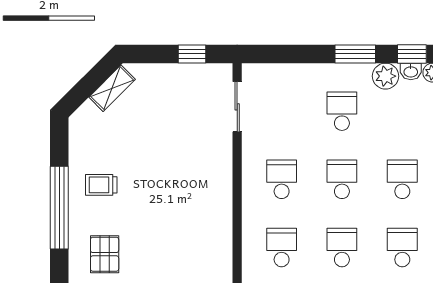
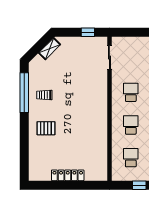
window: (59, 208) -> (24, 93), moved
pallet: (105, 254) -> (46, 128), turned 90

